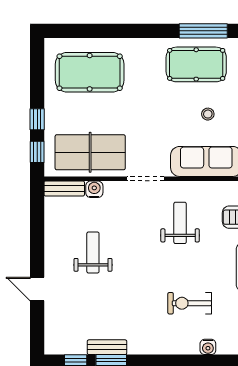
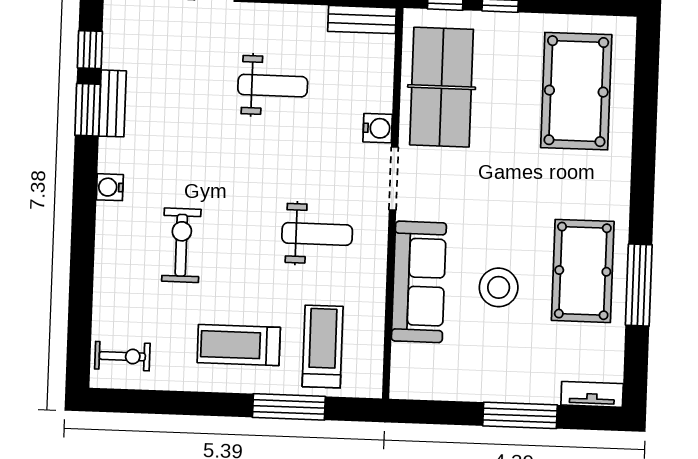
stool: (208, 114) -> (499, 287), width x1.89, depth x1.89
bench: (64, 188) -> (362, 20), moved, turned 90
water cooler: (94, 189) -> (378, 128), moved
water cooler: (208, 347) -> (110, 187), moved

